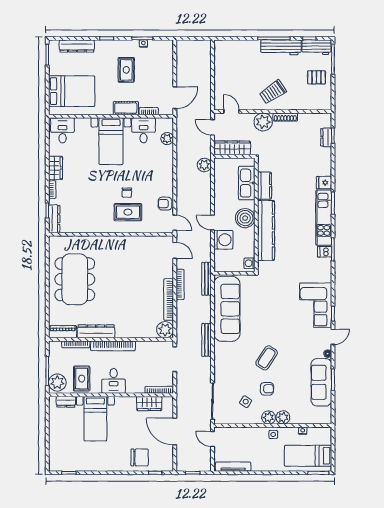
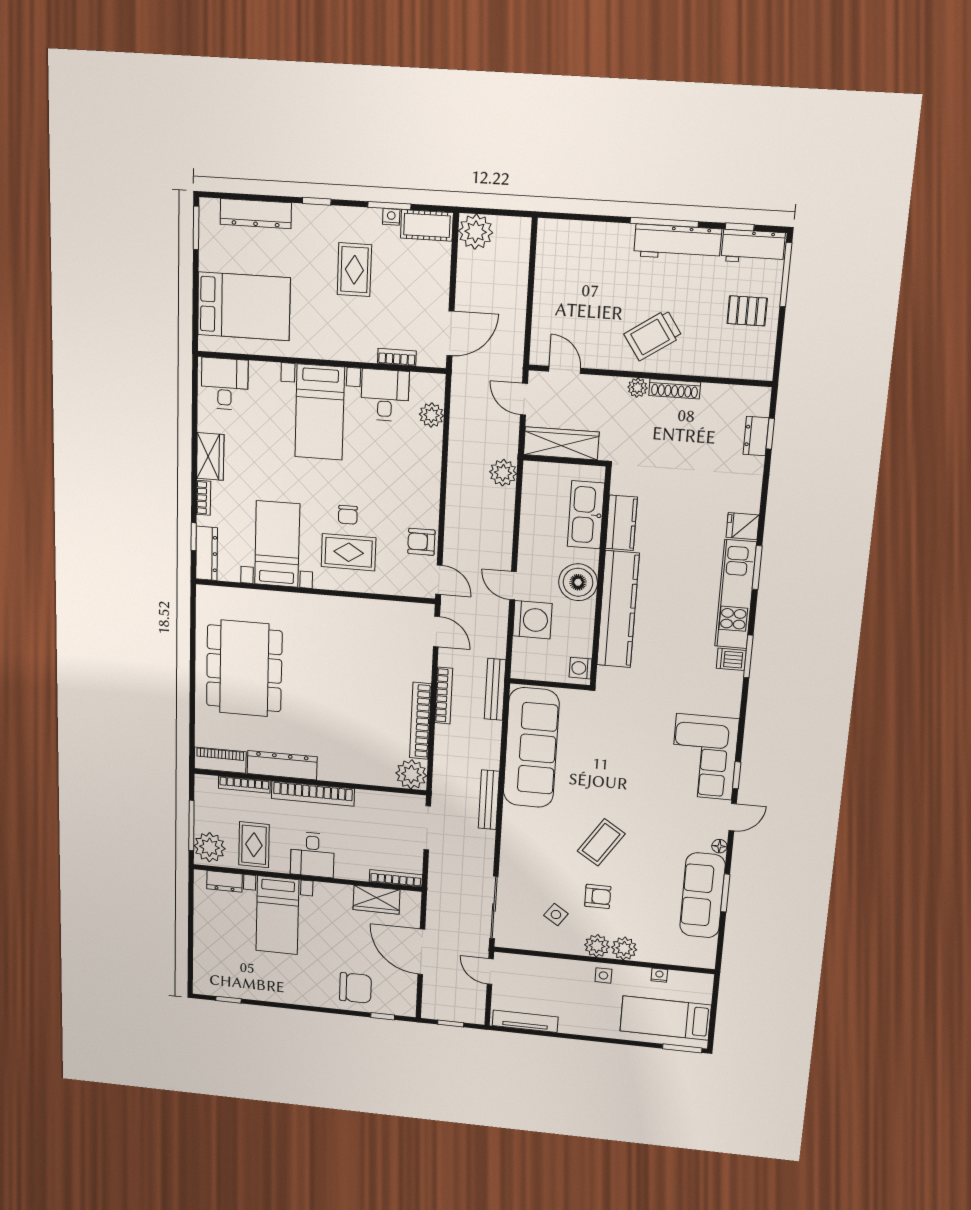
plant: (185, 48) -> (476, 232), added
cot: (126, 108) -> (427, 225), moved
plant: (263, 122) -> (637, 388), width x0.53, depth x0.53
bed with nightstands: (91, 211) -> (277, 544), added

